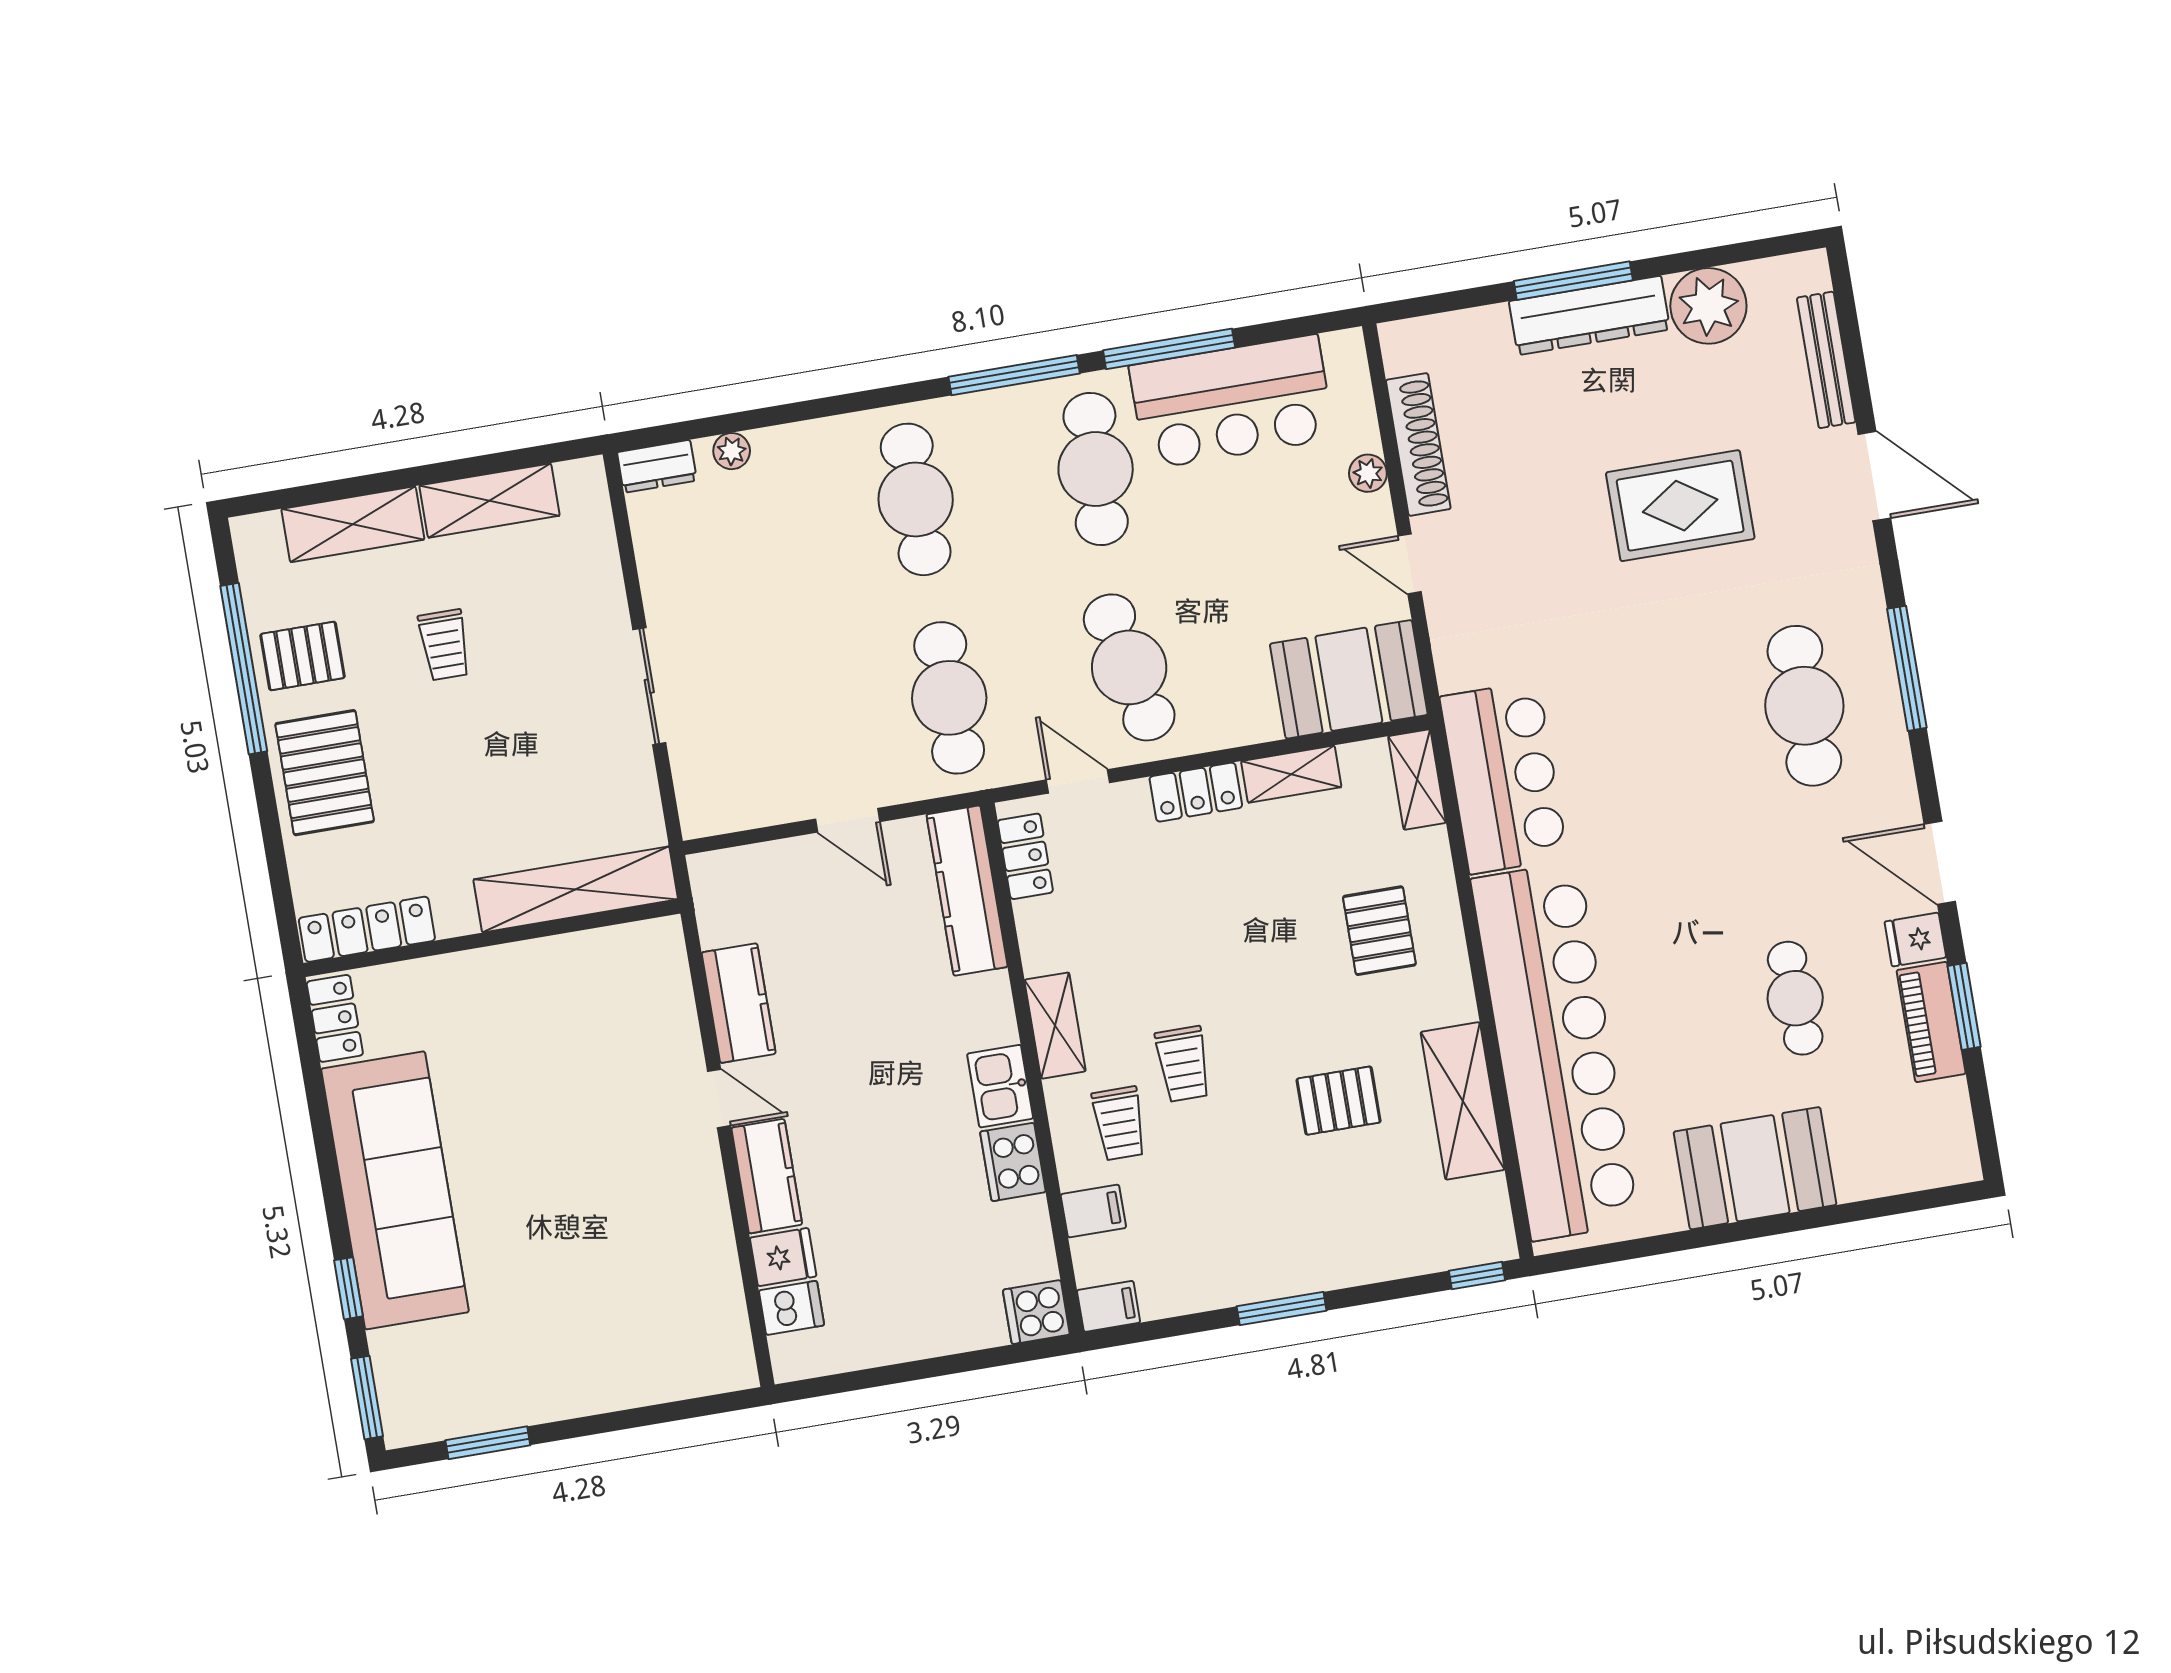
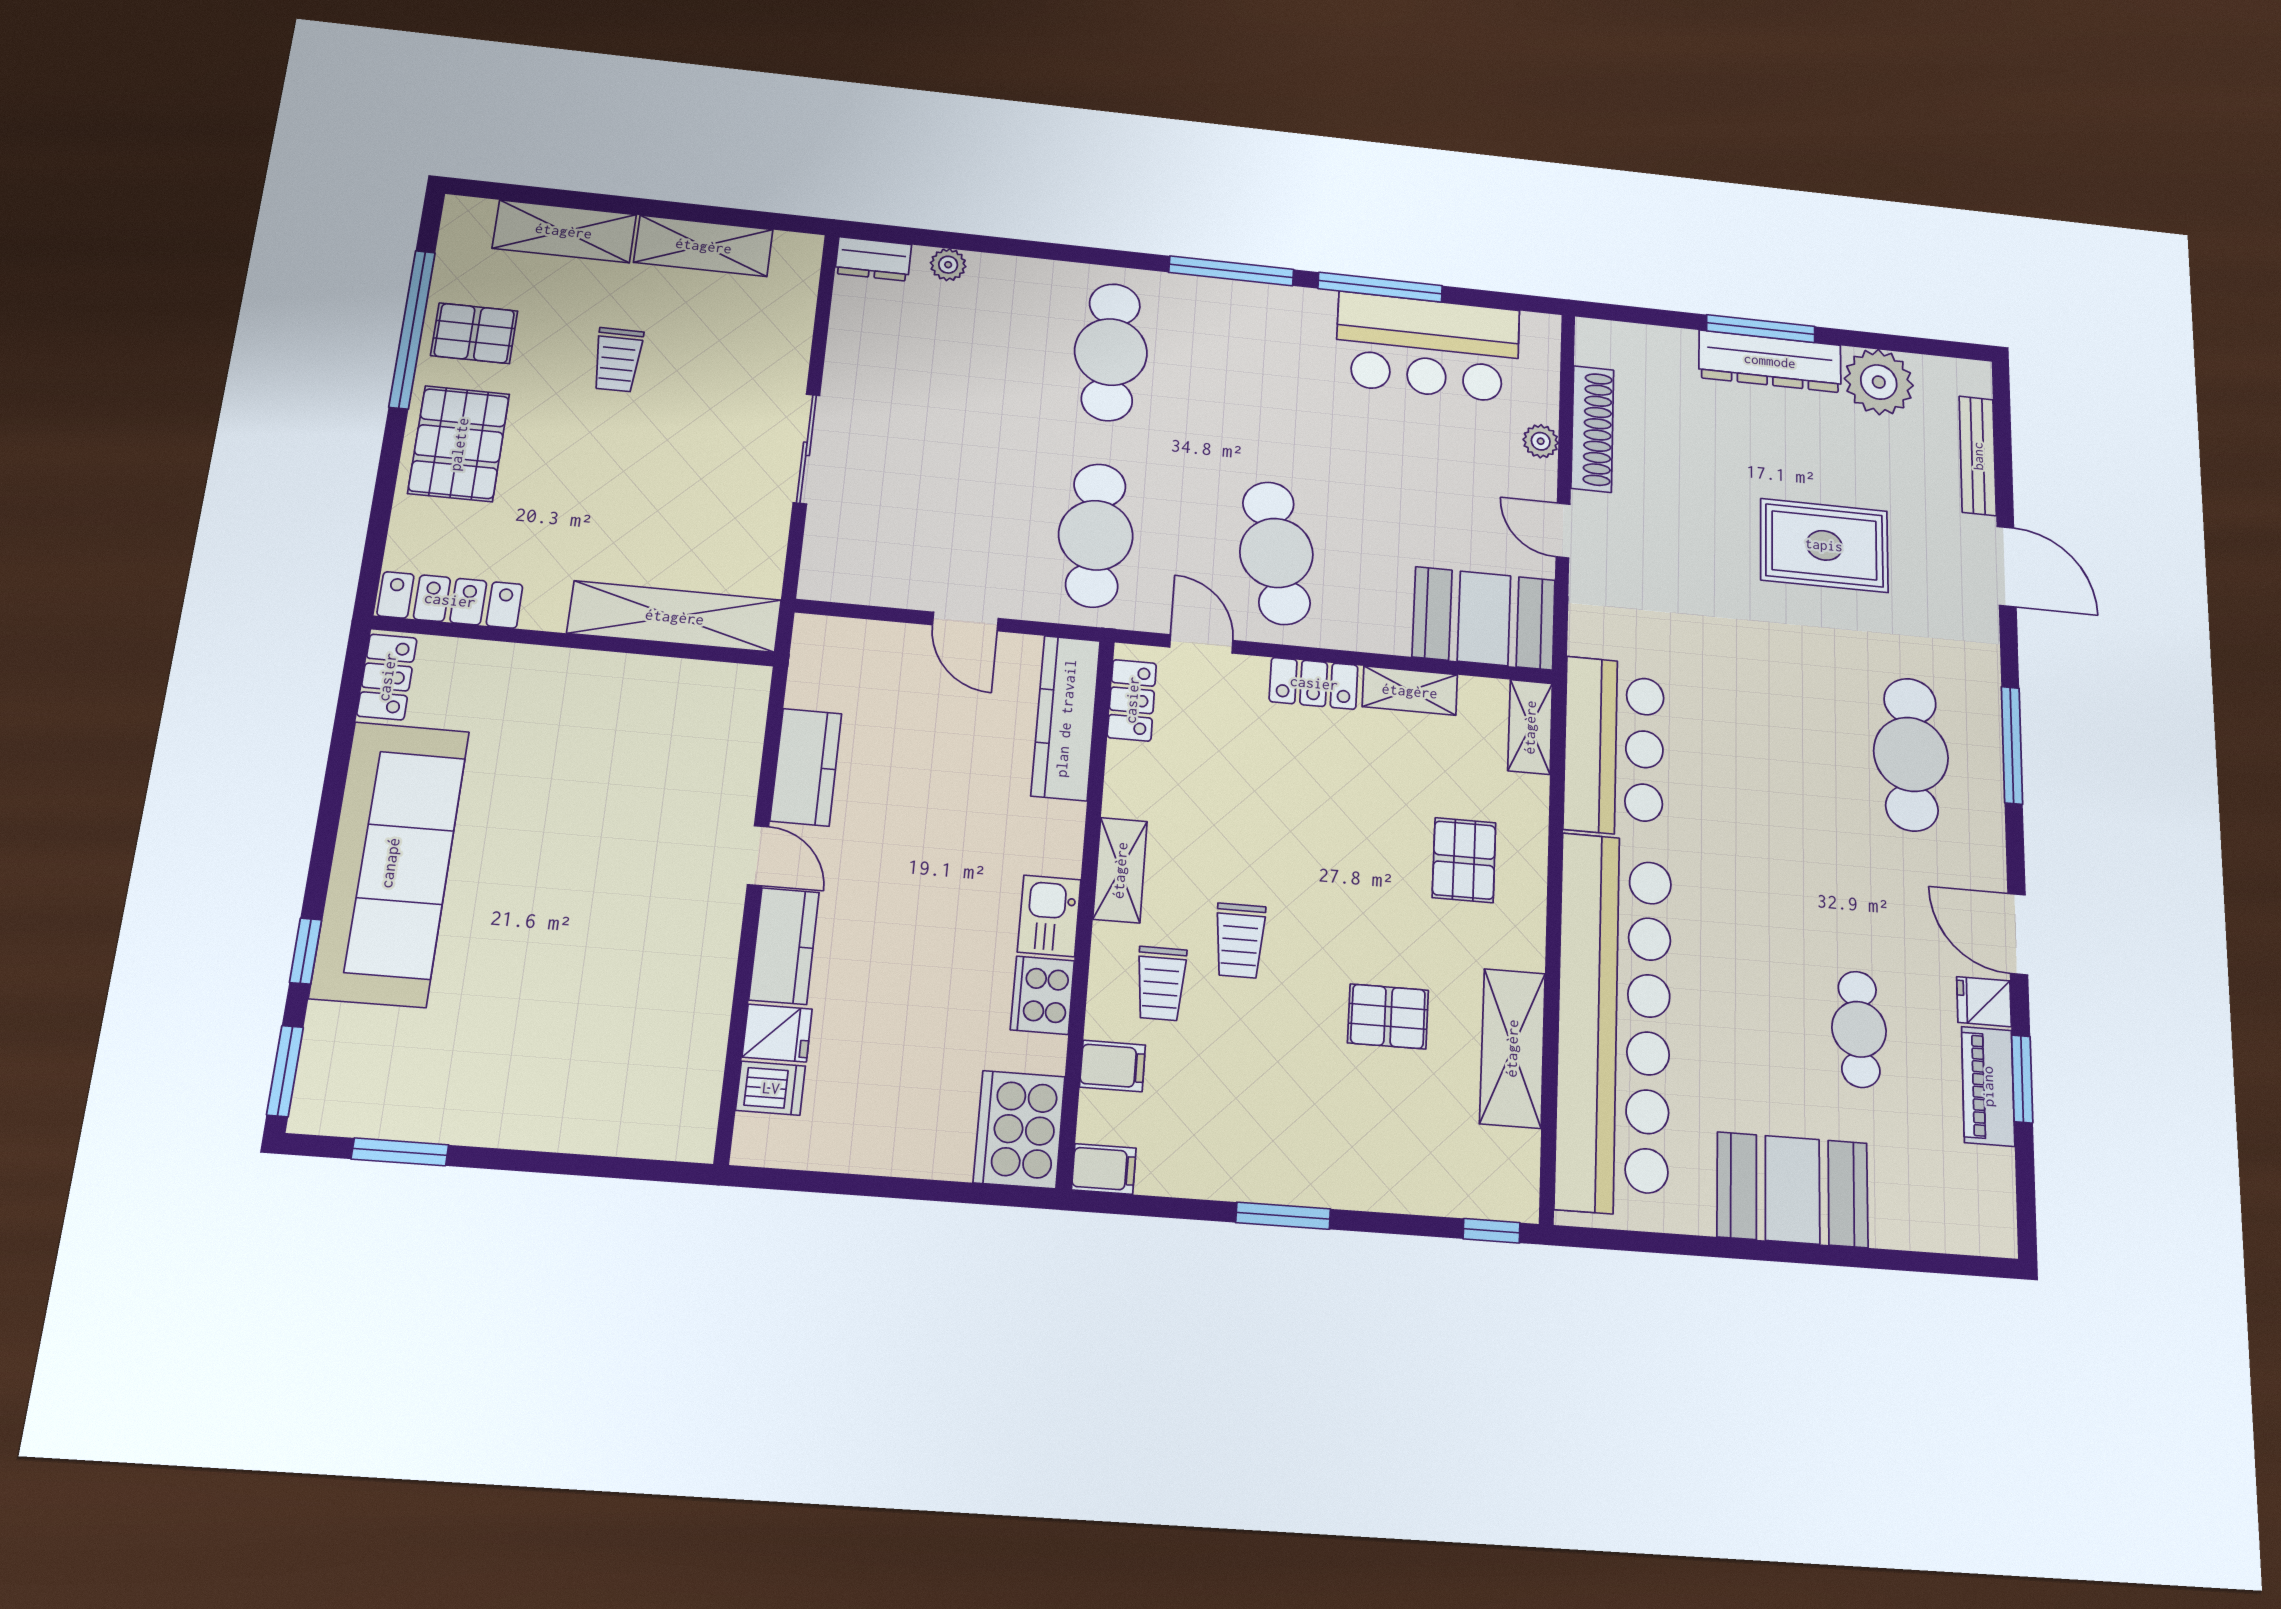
cafe table: (1096, 469) -> (1287, 371), removed
cooker: (1036, 1312) -> (1019, 1129), width x1.87, depth x1.31

